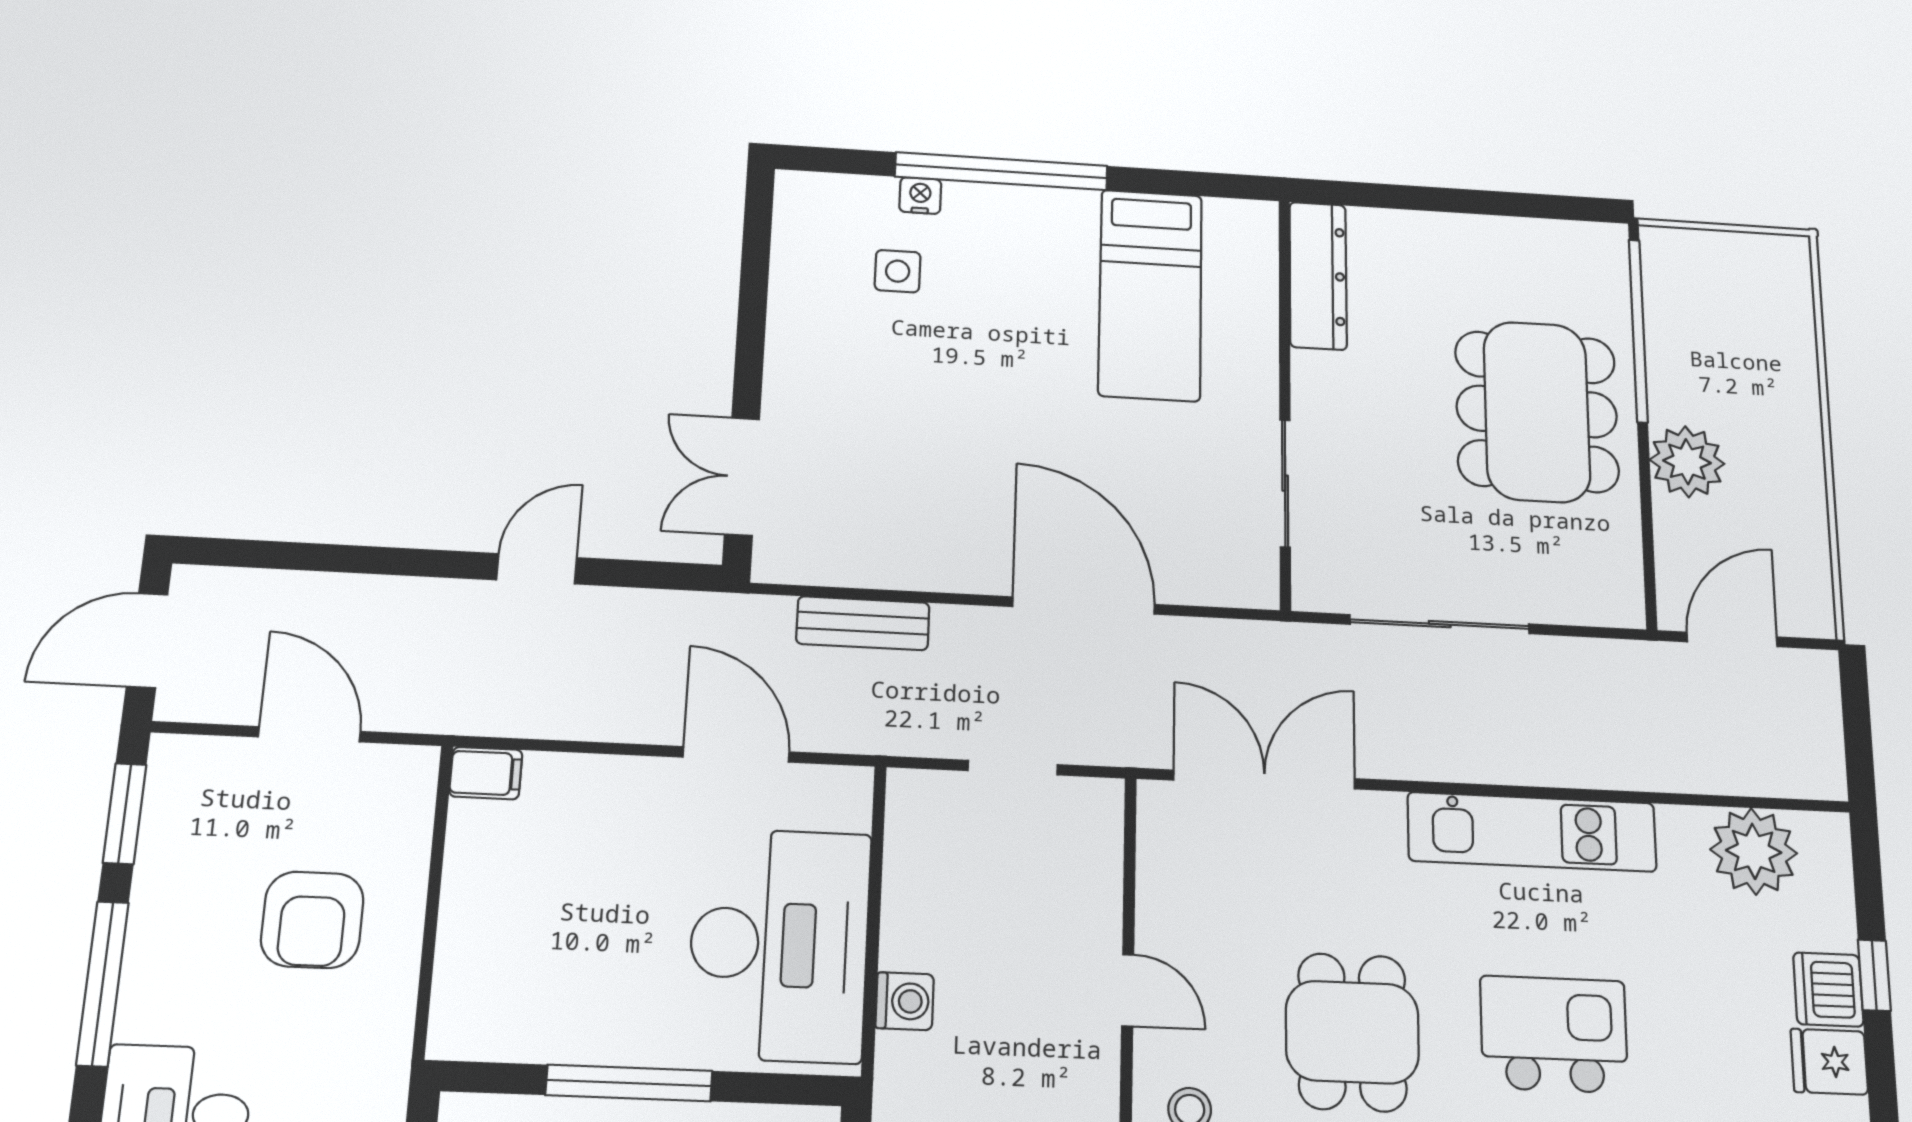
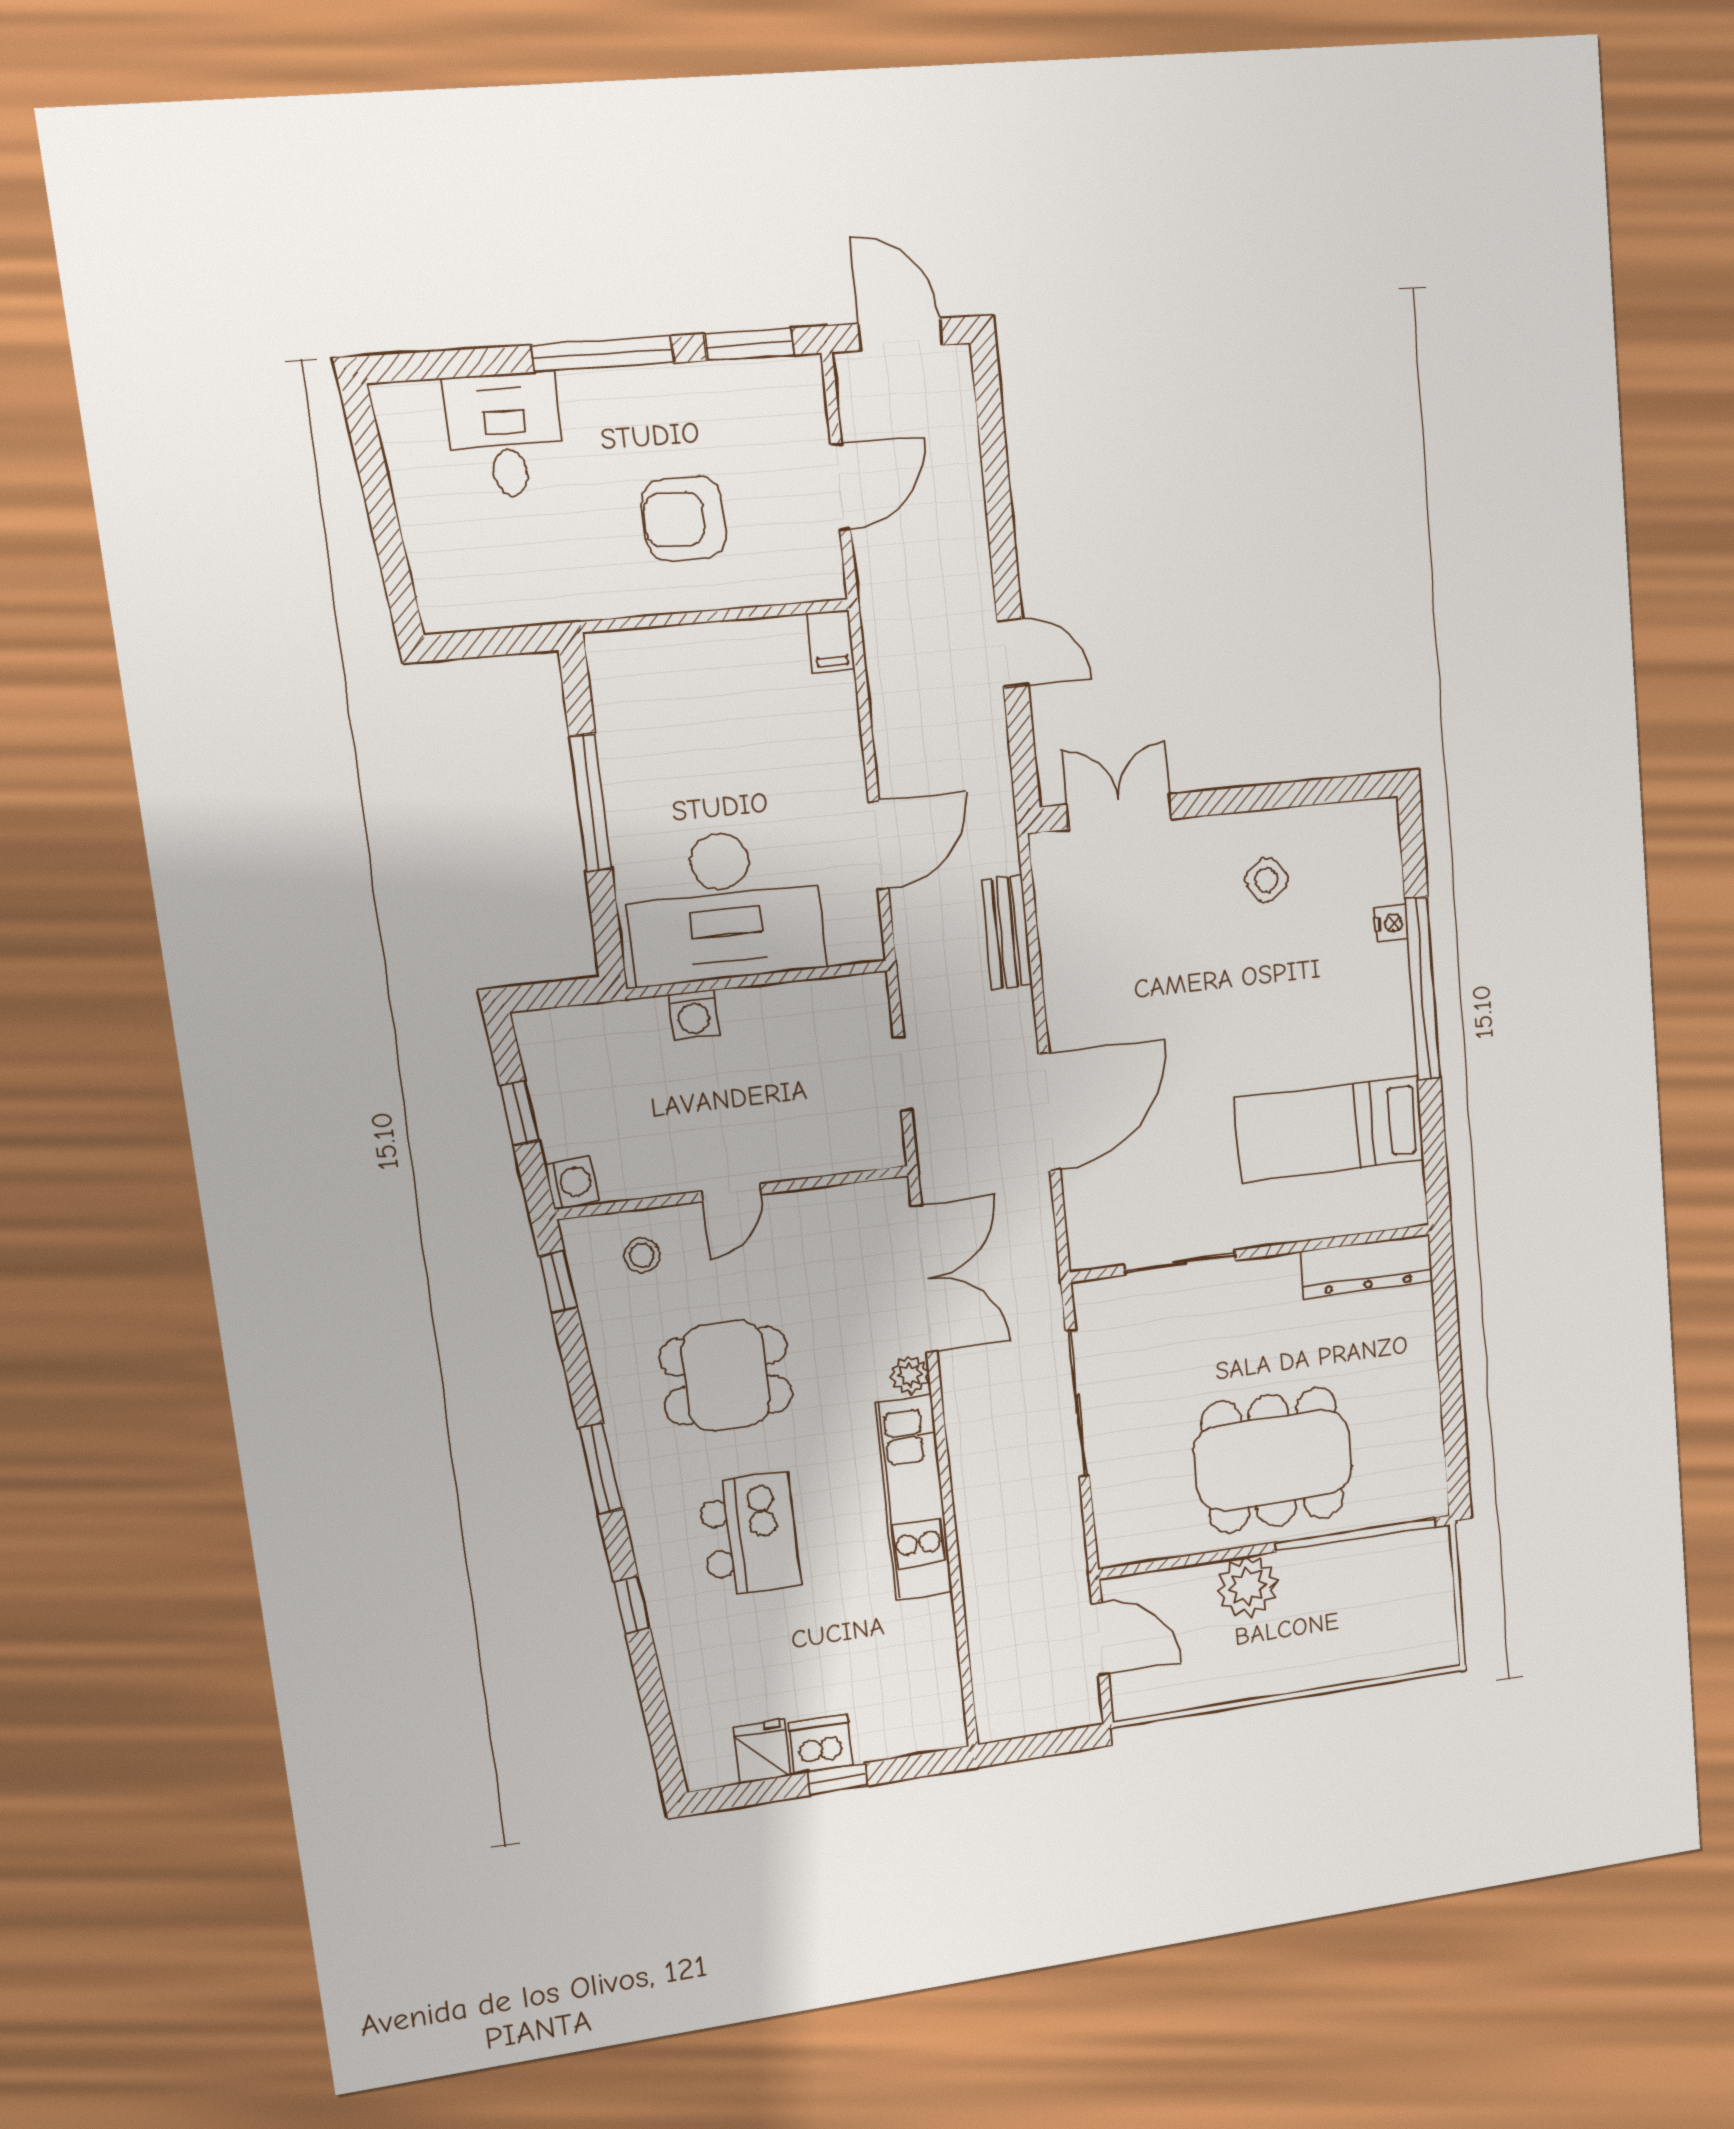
side table: (898, 271) -> (1267, 880), moved, turned -38
plant: (1754, 851) -> (910, 1375), moved, width x0.53, depth x0.53

